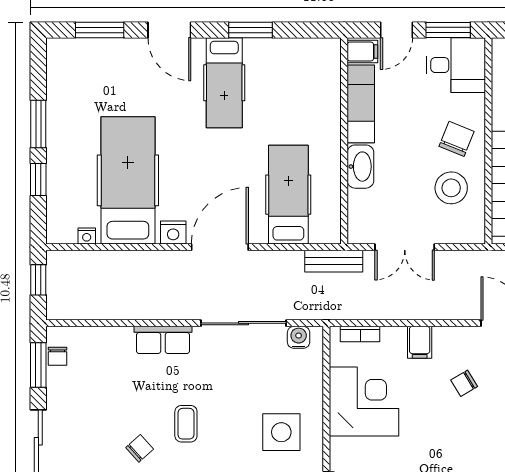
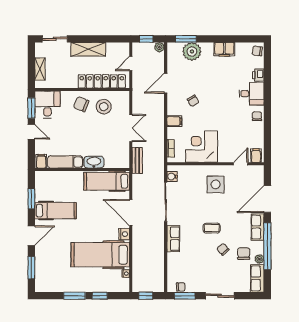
filing cabinet: (362, 52) -> (41, 161), moved
exam couch: (361, 104) -> (65, 162), moved
wall: (344, 141) -> (82, 170), moved
washbasin: (360, 167) -> (94, 162), moved

